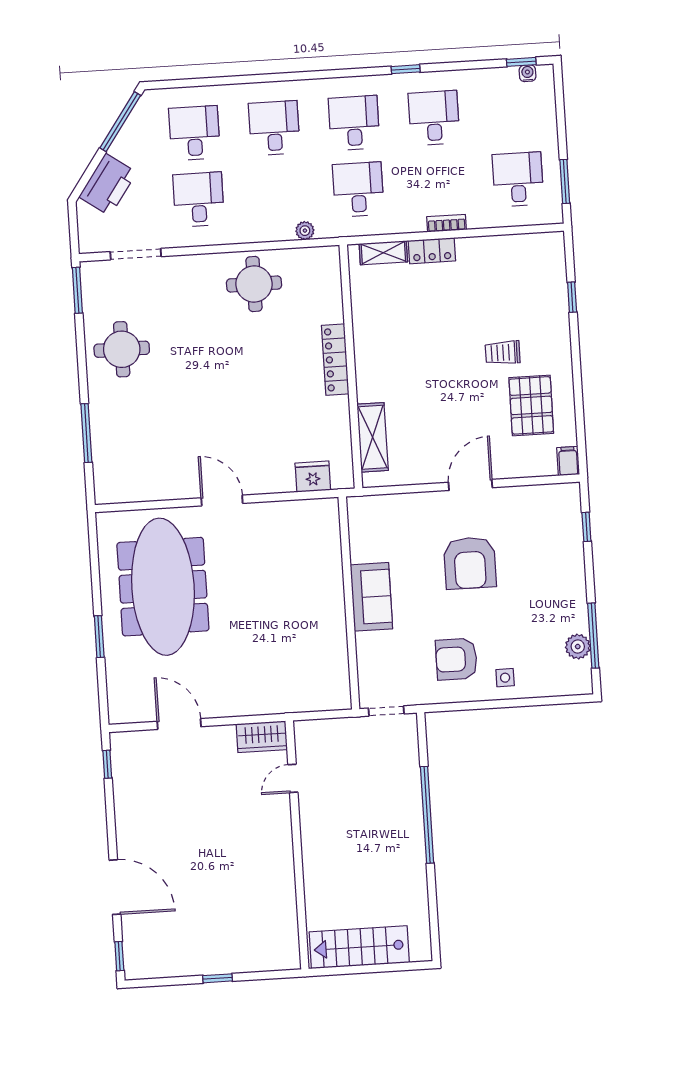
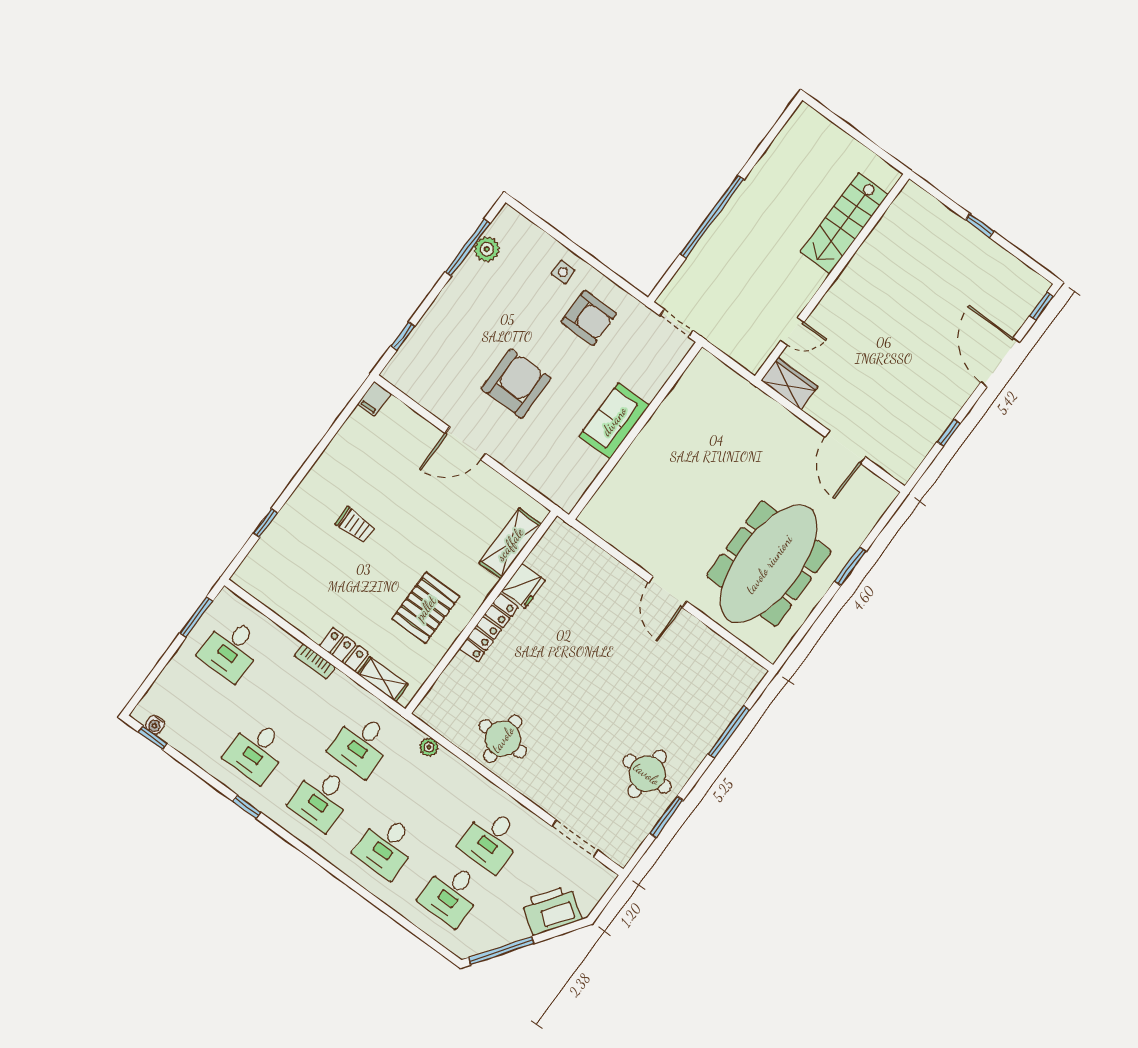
window: (77, 290) -> (666, 817), moved
pallet: (531, 405) -> (426, 608), moved
fridge: (313, 477) -> (523, 586), moved, turned -90
window: (107, 764) -> (948, 433), moved
stairs: (359, 947) -> (844, 223), moved, turned 90

